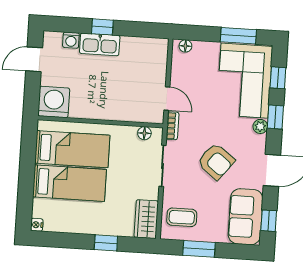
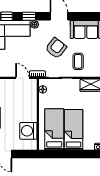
door: (167, 98) -> (22, 78), hinge flipped
washing machine: (54, 102) -> (28, 131), moved
coffee table: (182, 217) -> (78, 61), moved
window: (269, 221) -> (87, 16), removed

